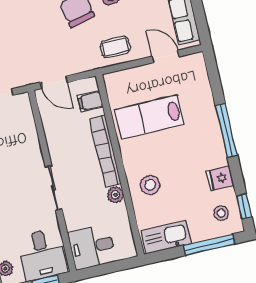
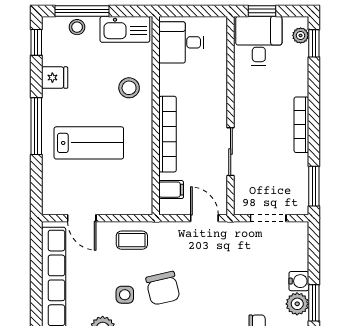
lab bench: (149, 117) -> (89, 143), moved
sliding door: (54, 188) -> (231, 152), moved
plant: (115, 195) -> (168, 86), removed
stool: (221, 213) -> (77, 27), moved
desk: (92, 247) -> (181, 42), moved, turned 180

